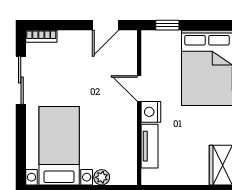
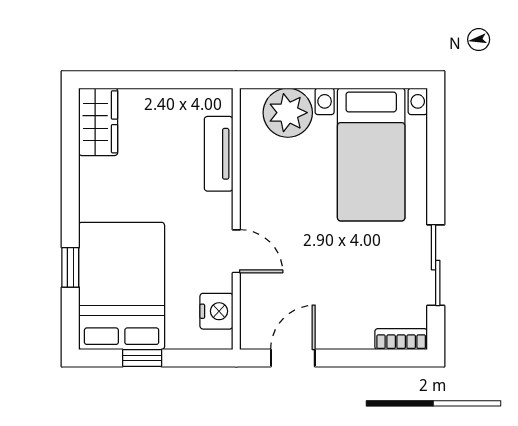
window: (167, 25) -> (142, 358), moved
nightstand: (151, 112) -> (216, 311), moved
plant: (102, 177) -> (288, 113), width x1.88, depth x1.88

